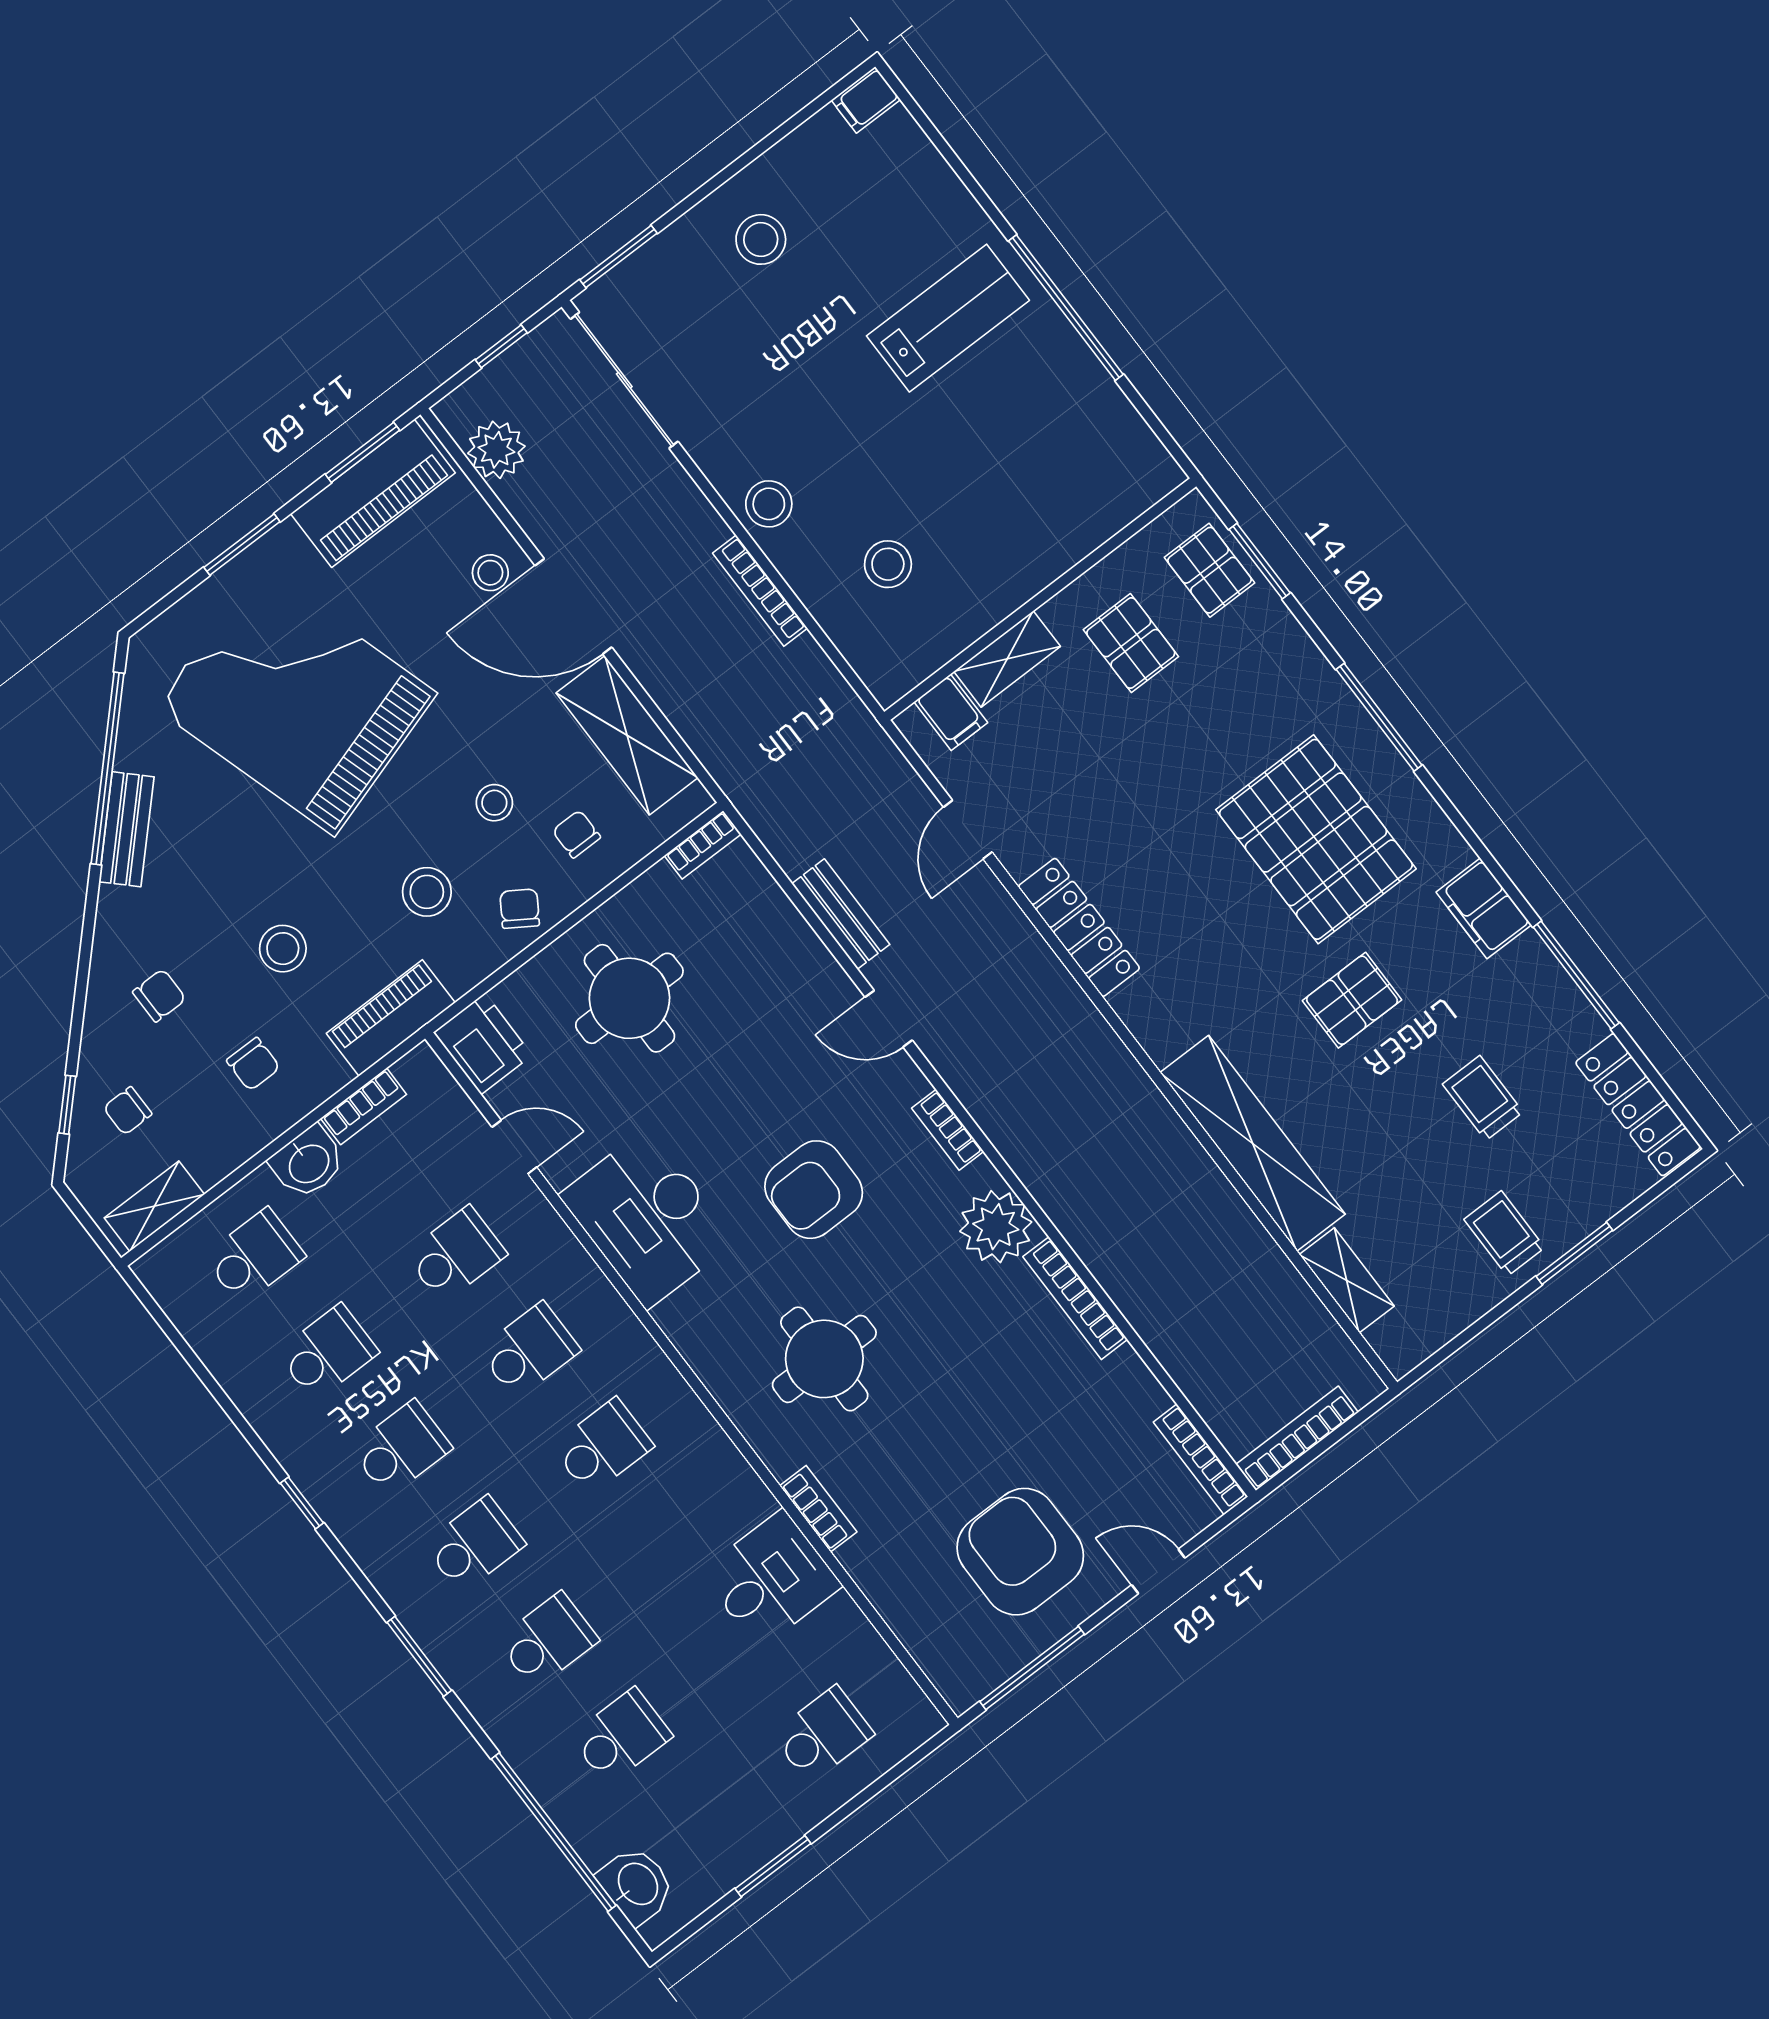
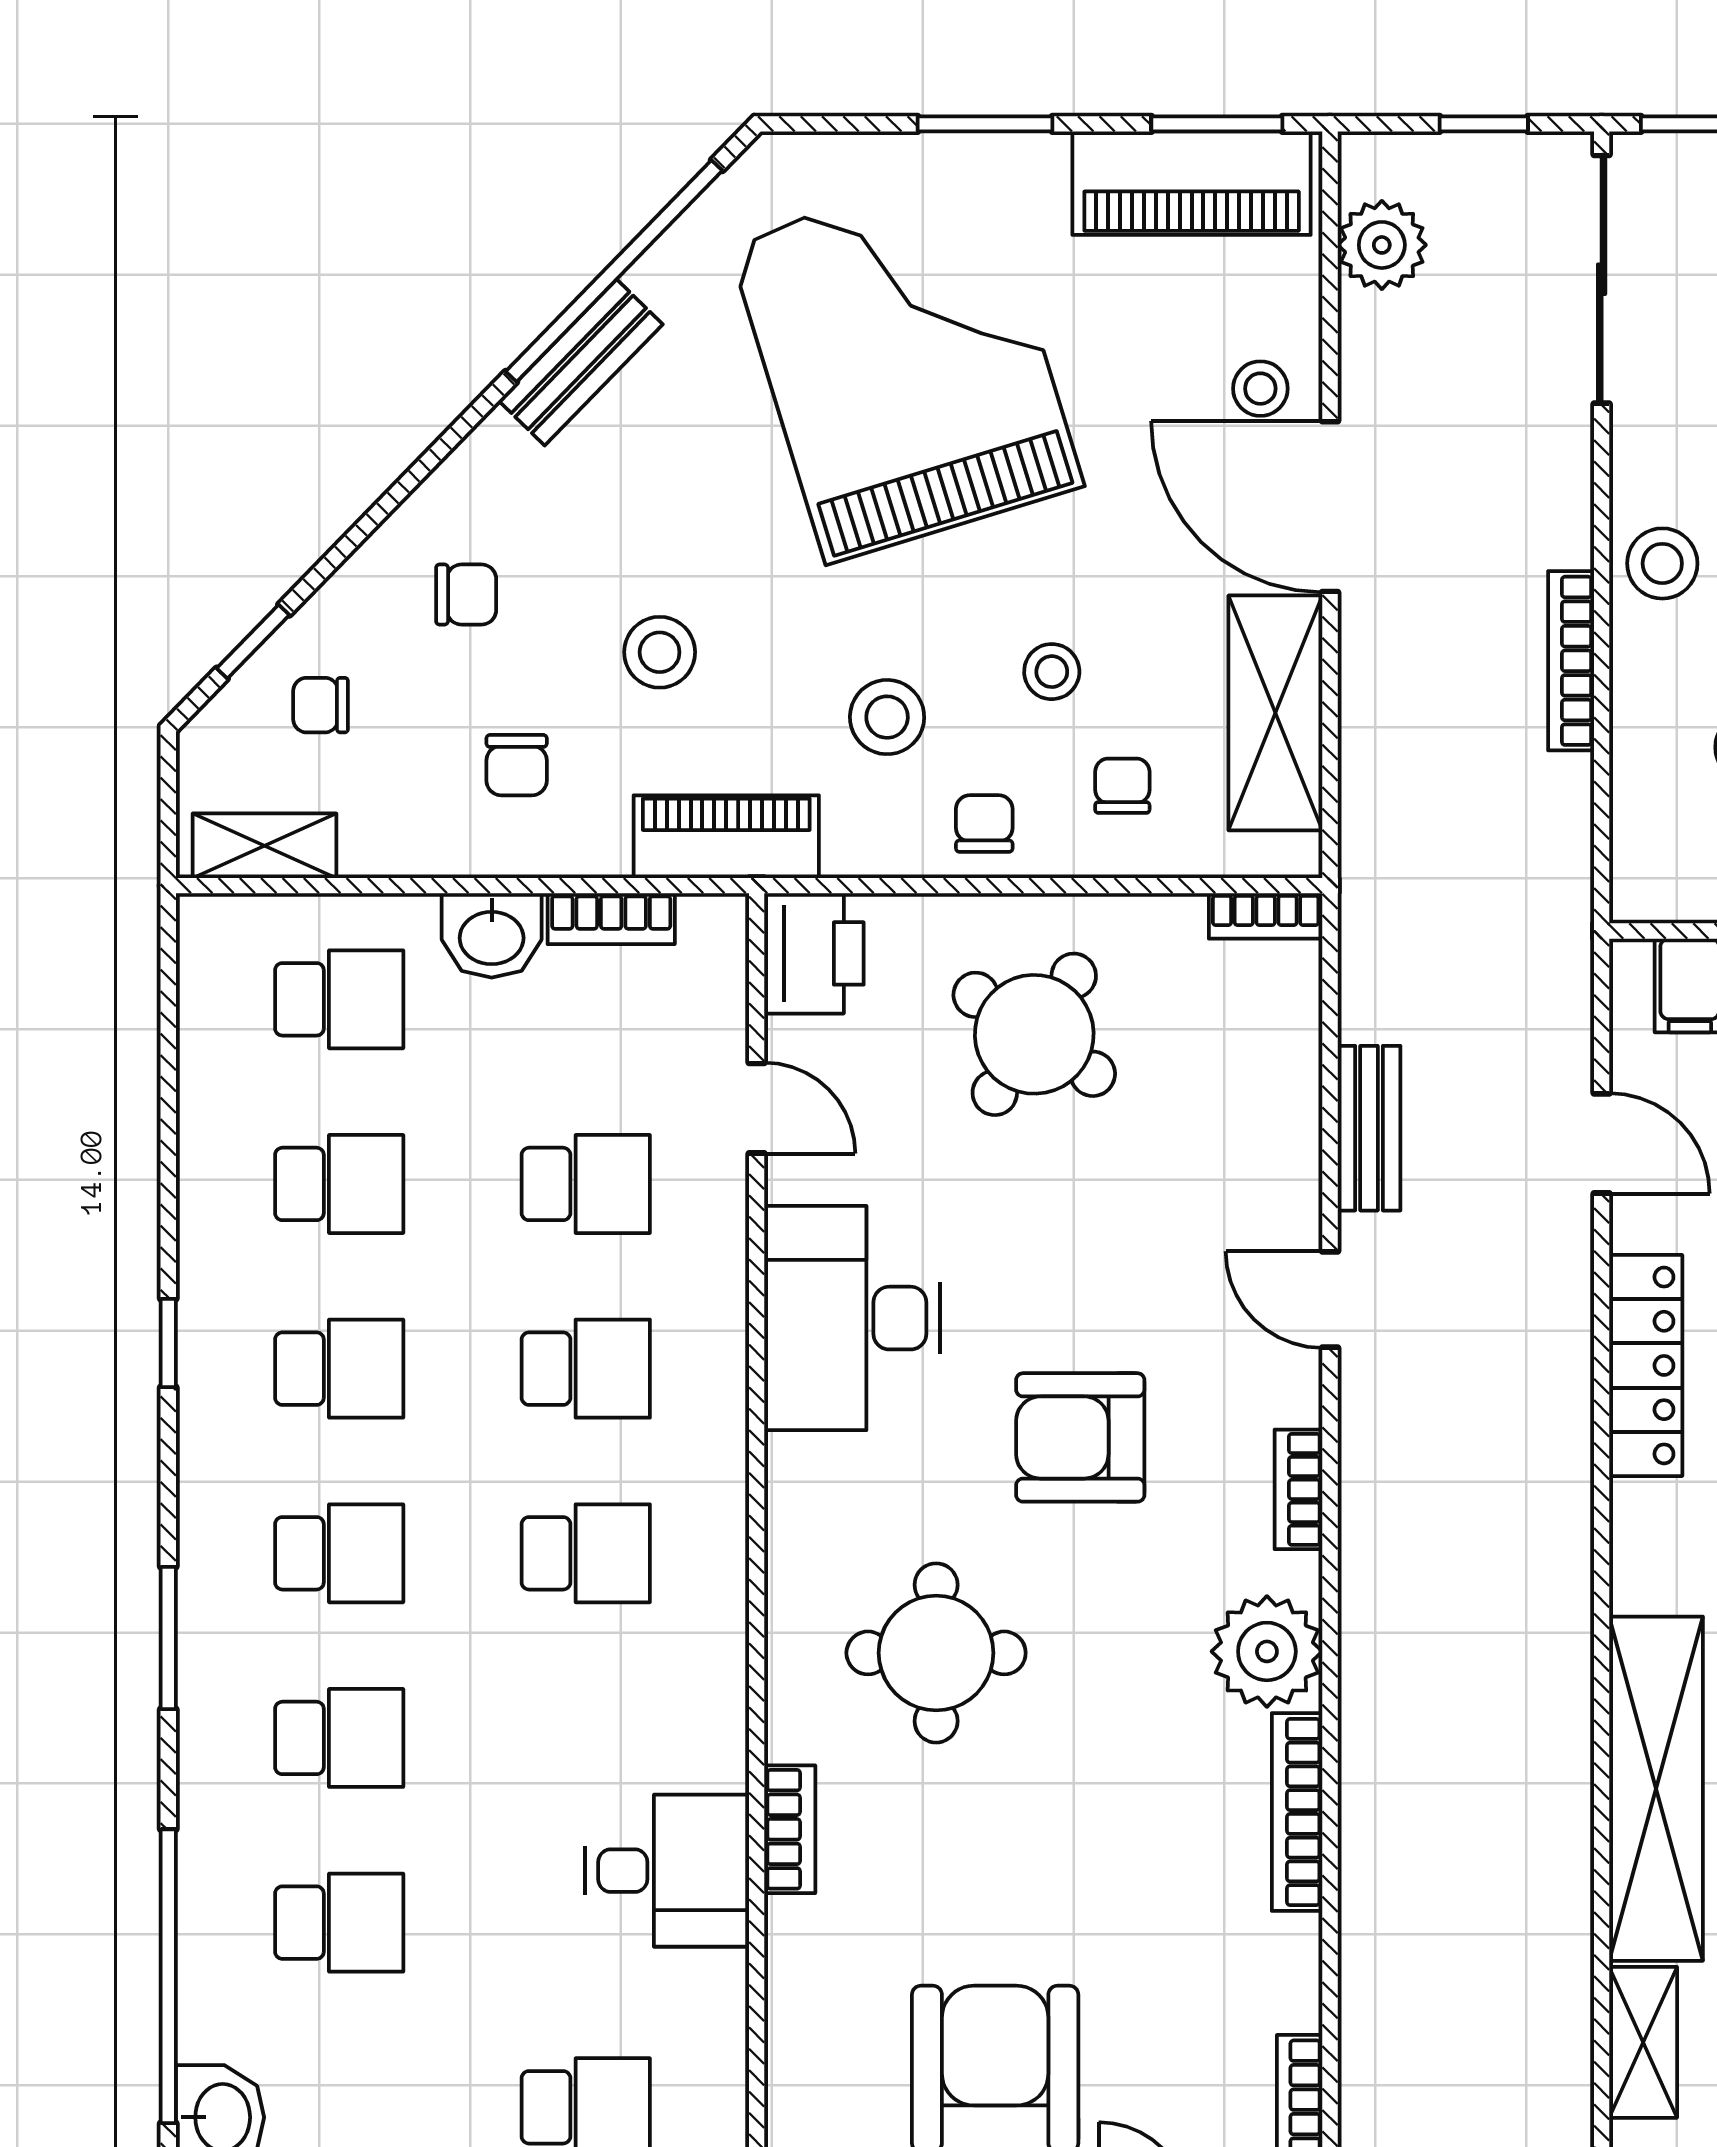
door: (968, 830) -> (1602, 1143), swing flipped
chair: (520, 909) -> (984, 824), turned -33
round table: (629, 998) -> (1034, 1034), turned 34

